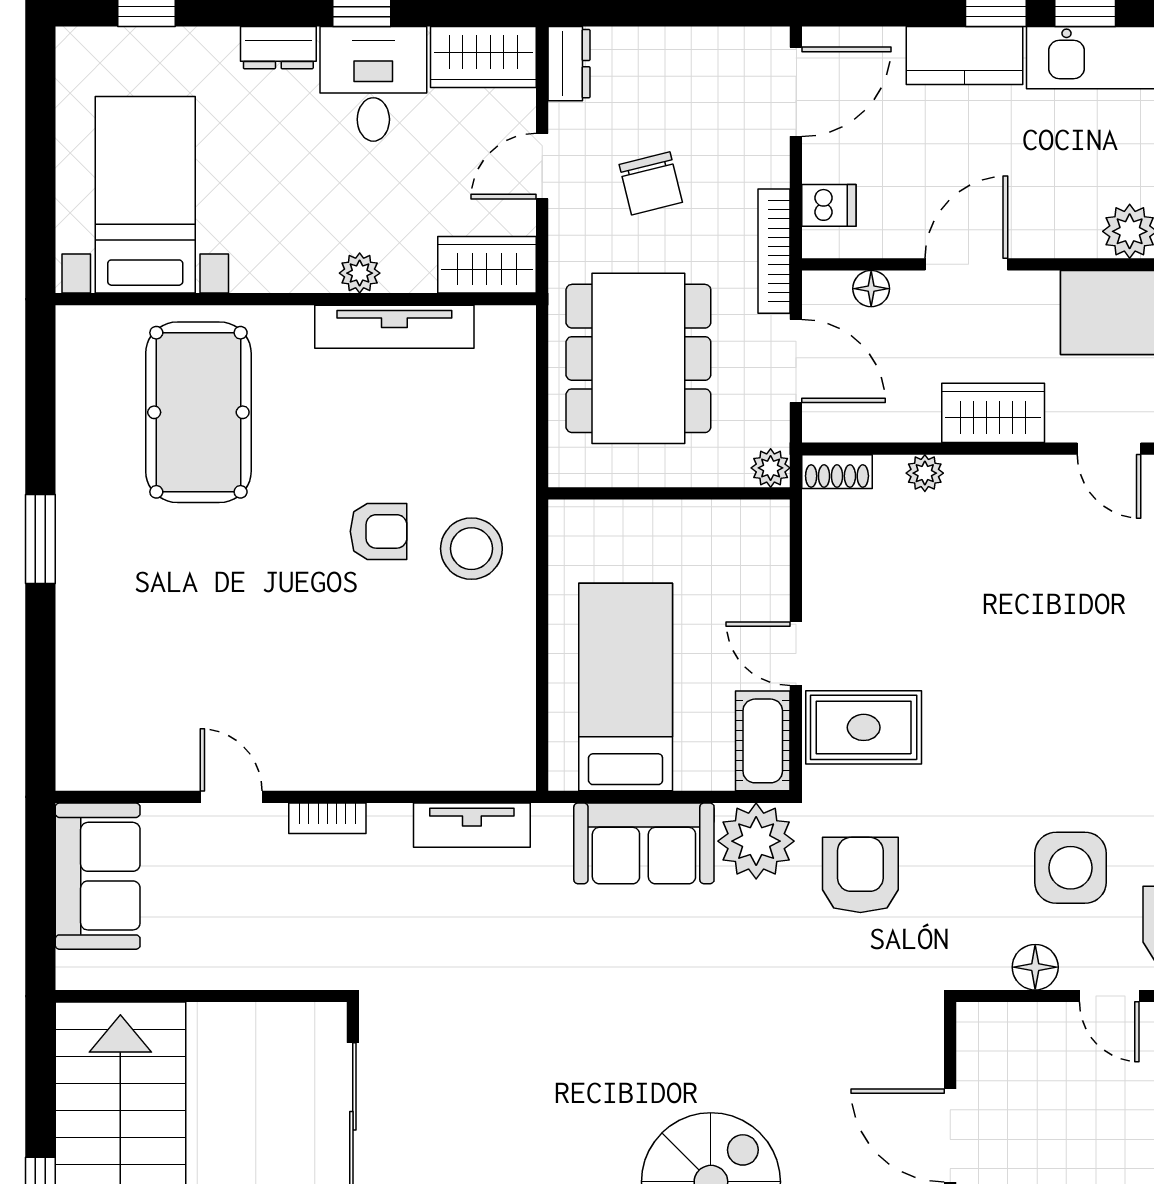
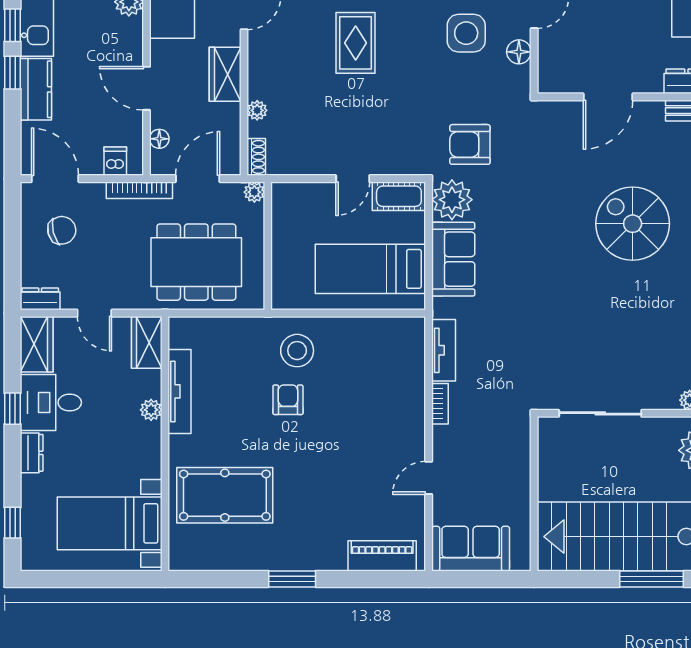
chair: (651, 183) -> (62, 230), moved
piano: (84, 709) -> (382, 556), added
rug: (864, 727) -> (356, 43), moved
bookcase: (327, 818) -> (440, 404), moved

